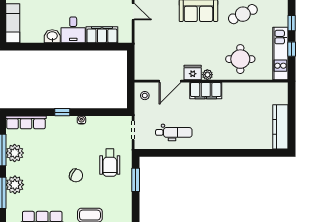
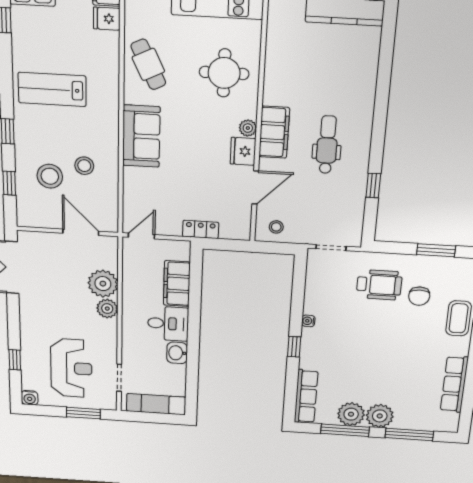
locker: (140, 49) -> (201, 229), added
door: (170, 81) -> (255, 187), hinge flipped
dental chair: (174, 132) -> (327, 145), moved
window: (176, 153) -> (373, 186), added
chair: (76, 175) -> (419, 296), moved, turned 153
window: (136, 180) -> (436, 250), moved
plant: (15, 185) -> (380, 416), moved

